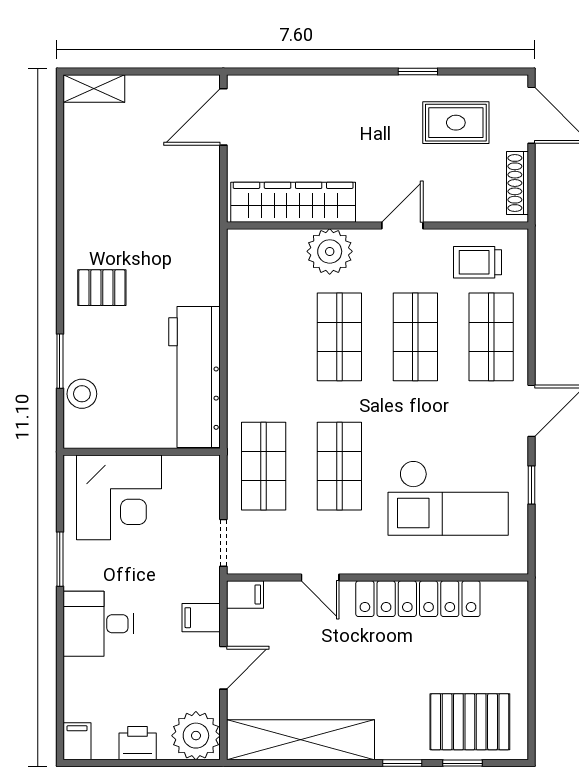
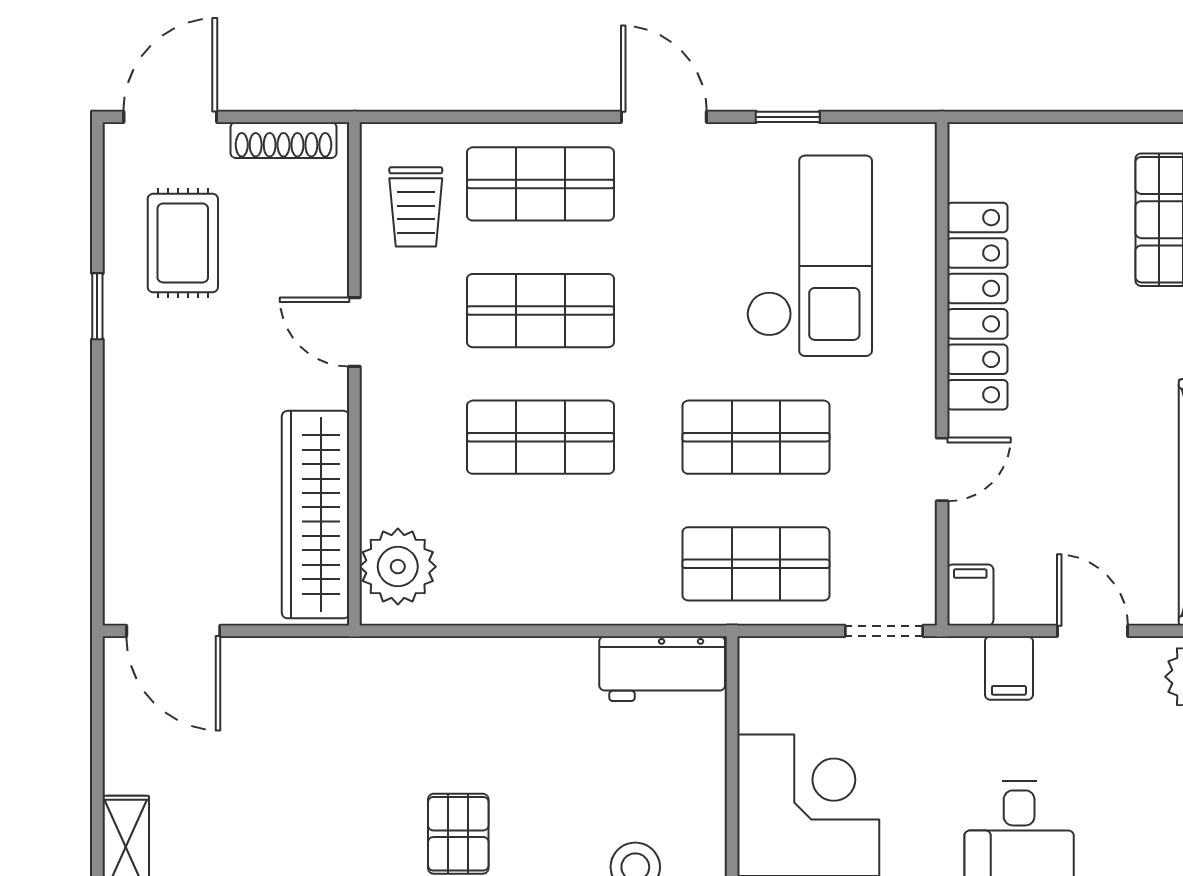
plant: (330, 251) -> (398, 567), moved
workbench: (195, 377) -> (662, 669), width x0.53, depth x0.76

